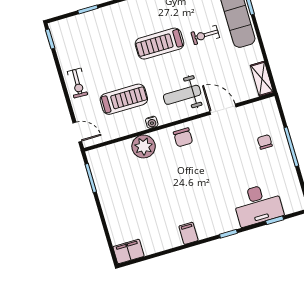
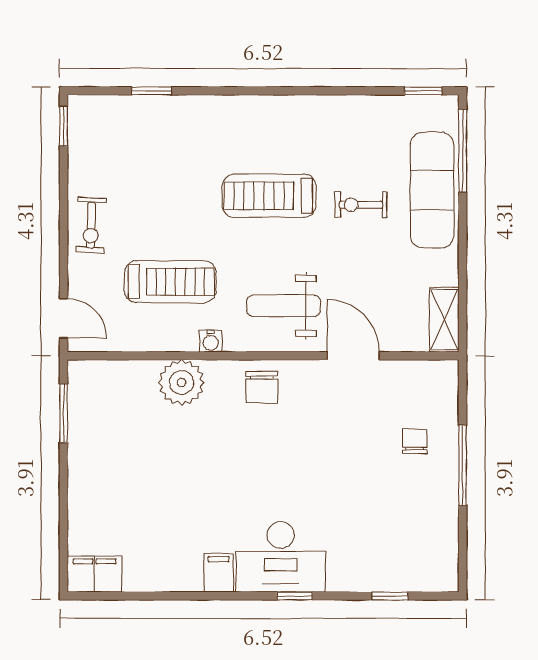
desk: (258, 205) -> (281, 557), moved

